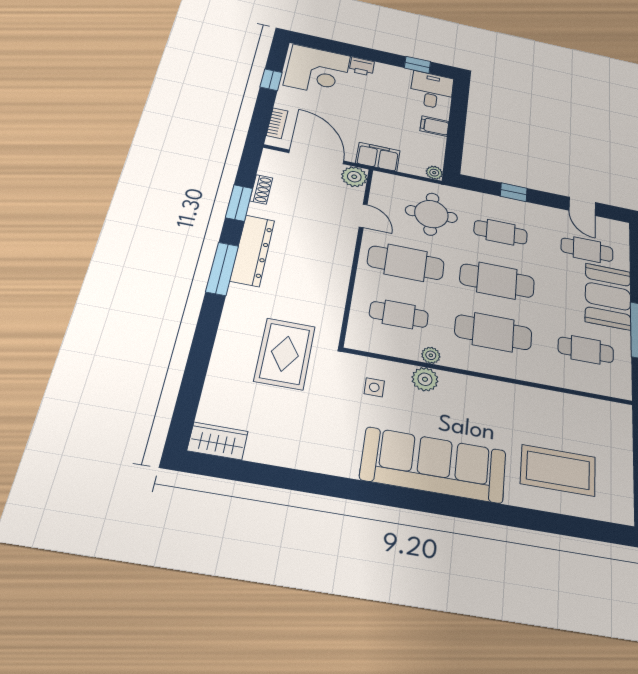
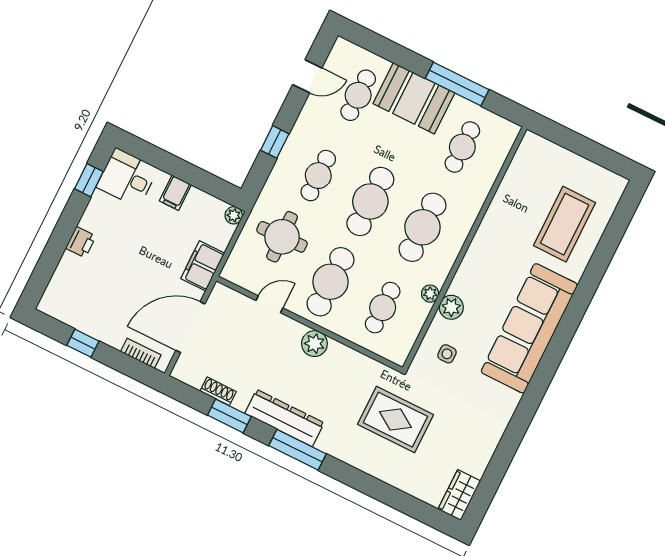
corner desk: (317, 71) -> (78, 292), removed
plant: (354, 177) -> (314, 344), moved

